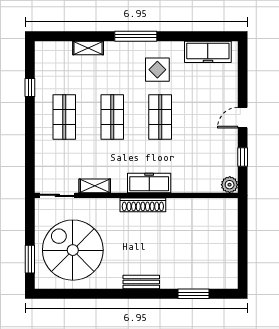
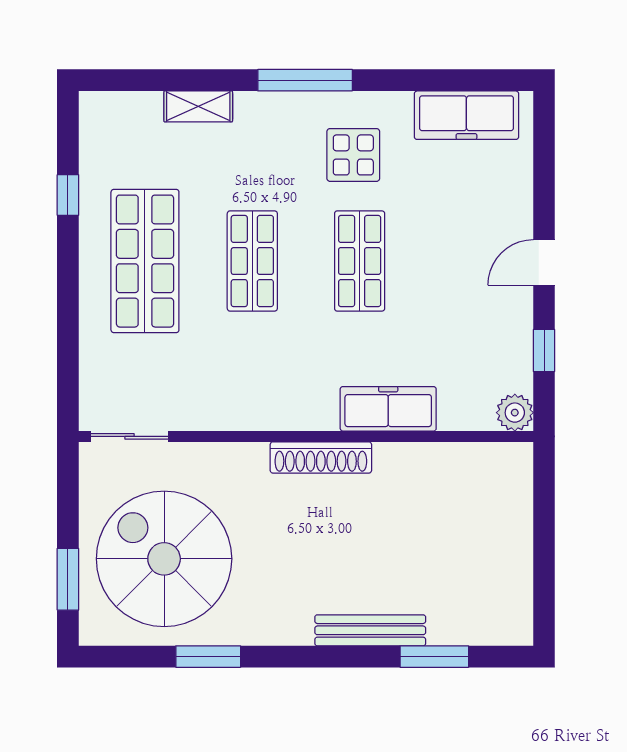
shop shelf: (64, 117) -> (145, 261), width x1.43, depth x1.36
freezer: (149, 183) -> (388, 409), moved
shelving: (95, 186) -> (213, 415), removed
bench: (141, 282) -> (370, 630), moved, width x1.36
window: (93, 294) -> (208, 657), added

